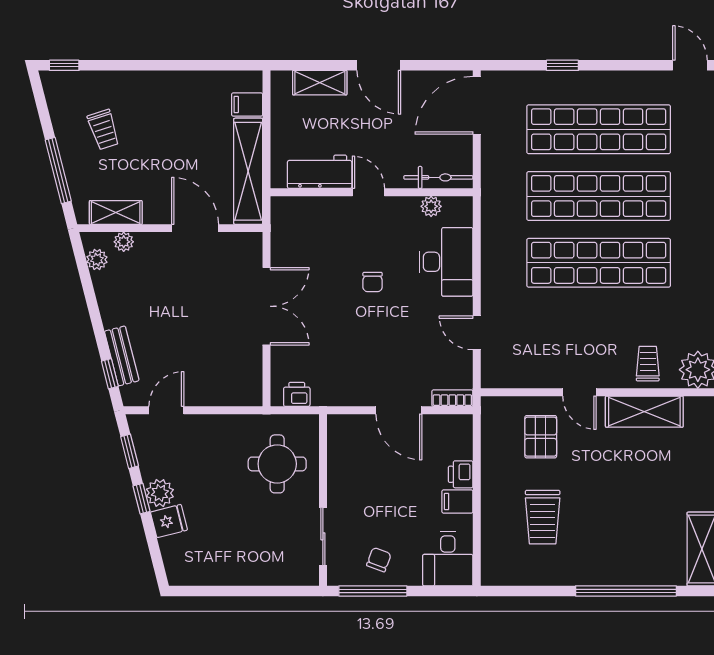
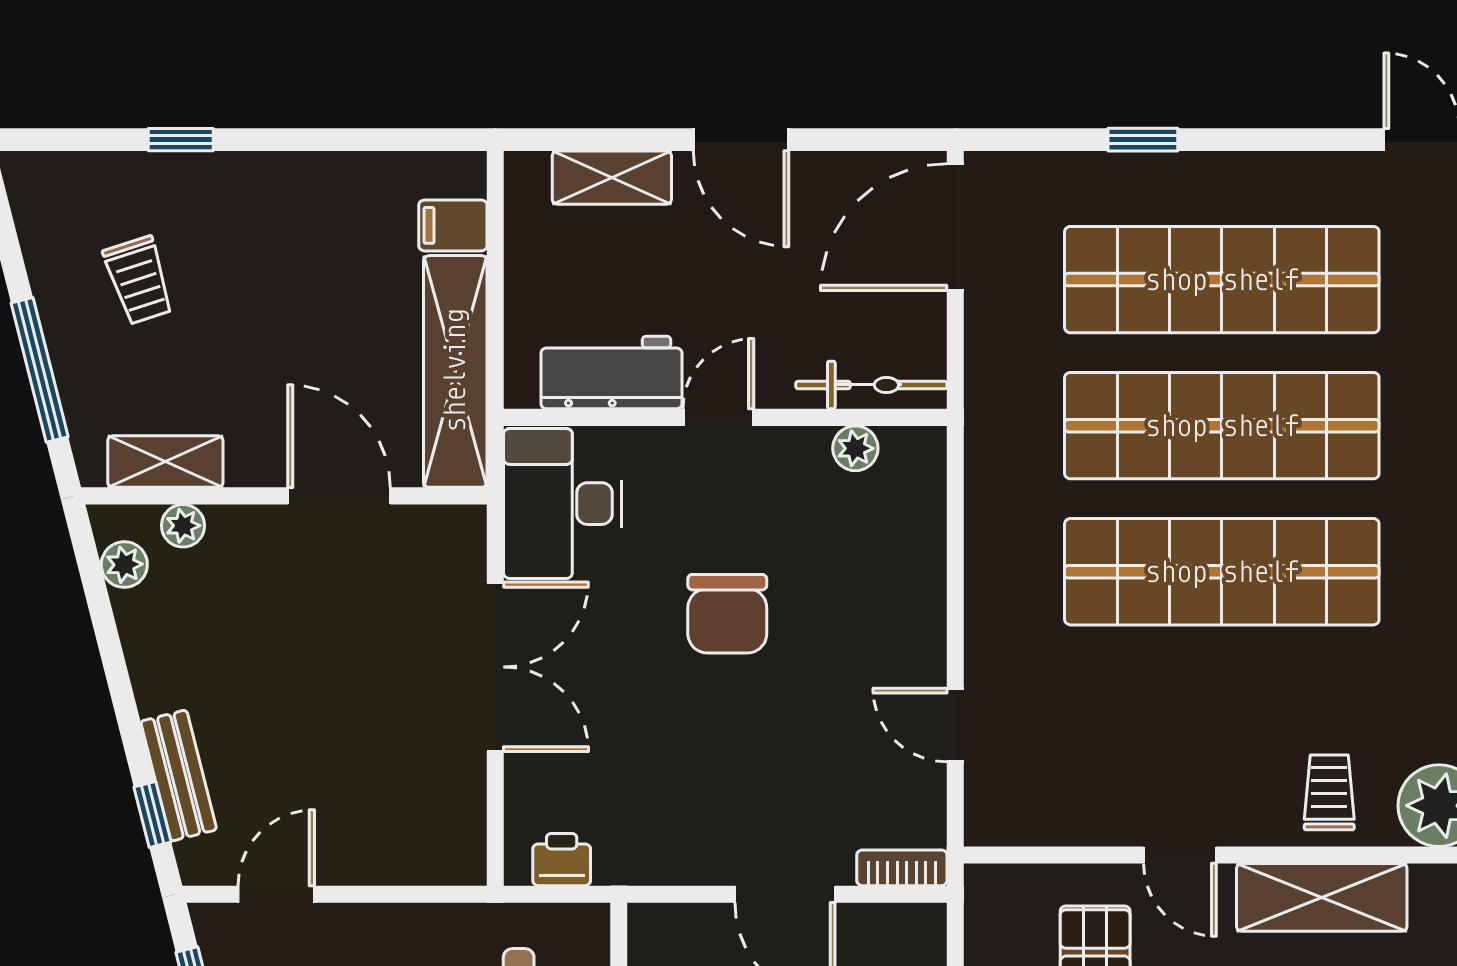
window: (64, 65) -> (181, 140), moved
door: (368, 192) -> (718, 417), hinge flipped
desk: (446, 262) -> (563, 504), moved, turned 180
chair: (373, 282) -> (727, 614), width x1.87, depth x1.87

